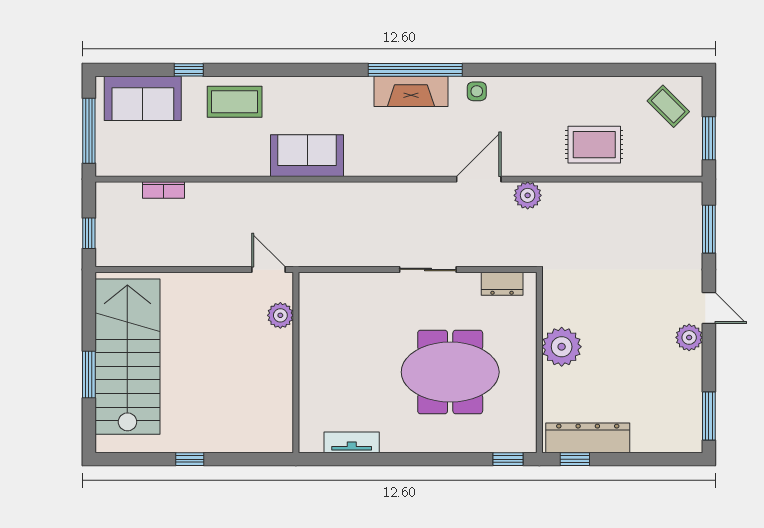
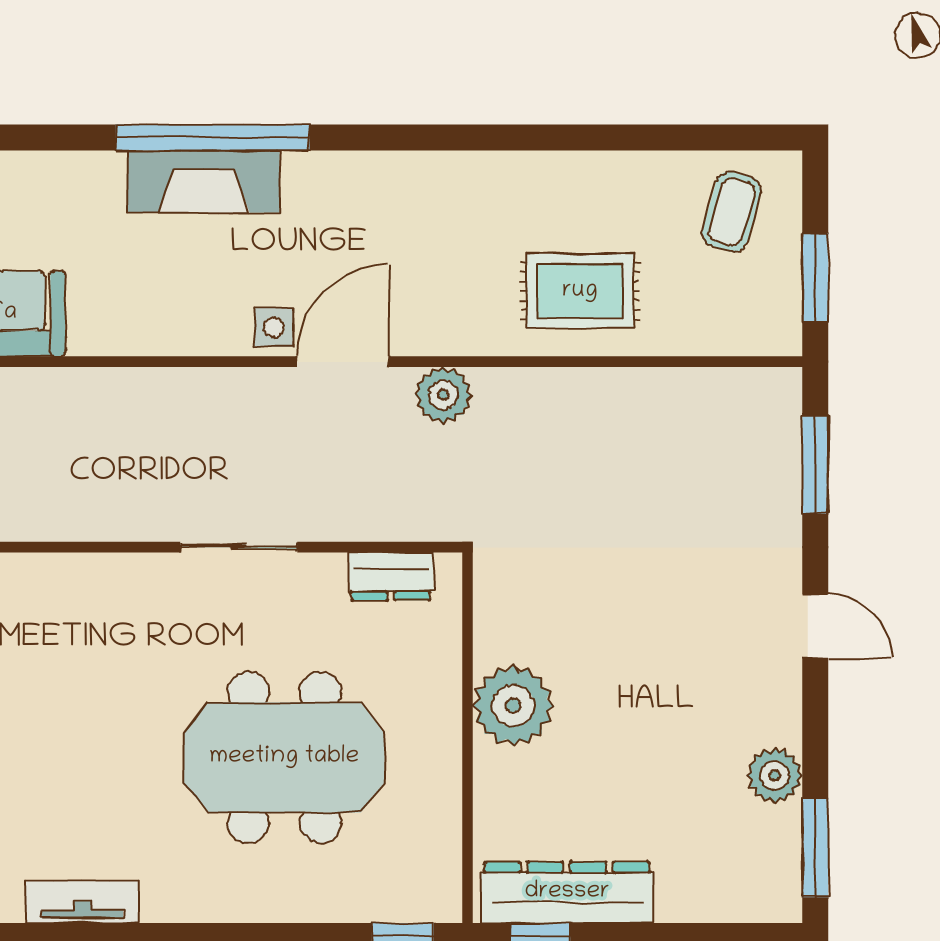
side table: (477, 91) -> (274, 327), moved
coffee table: (668, 106) -> (732, 212), turned 61
plant: (689, 337) -> (775, 775), moved

